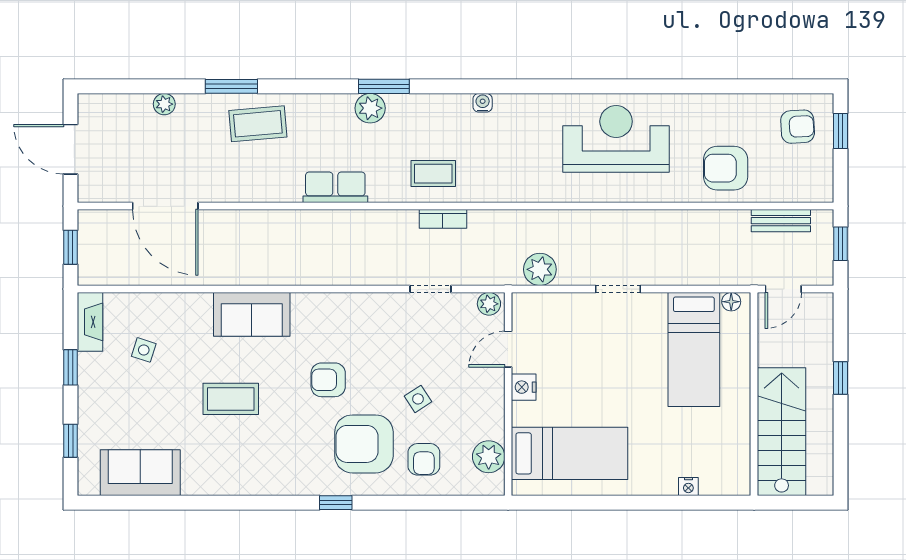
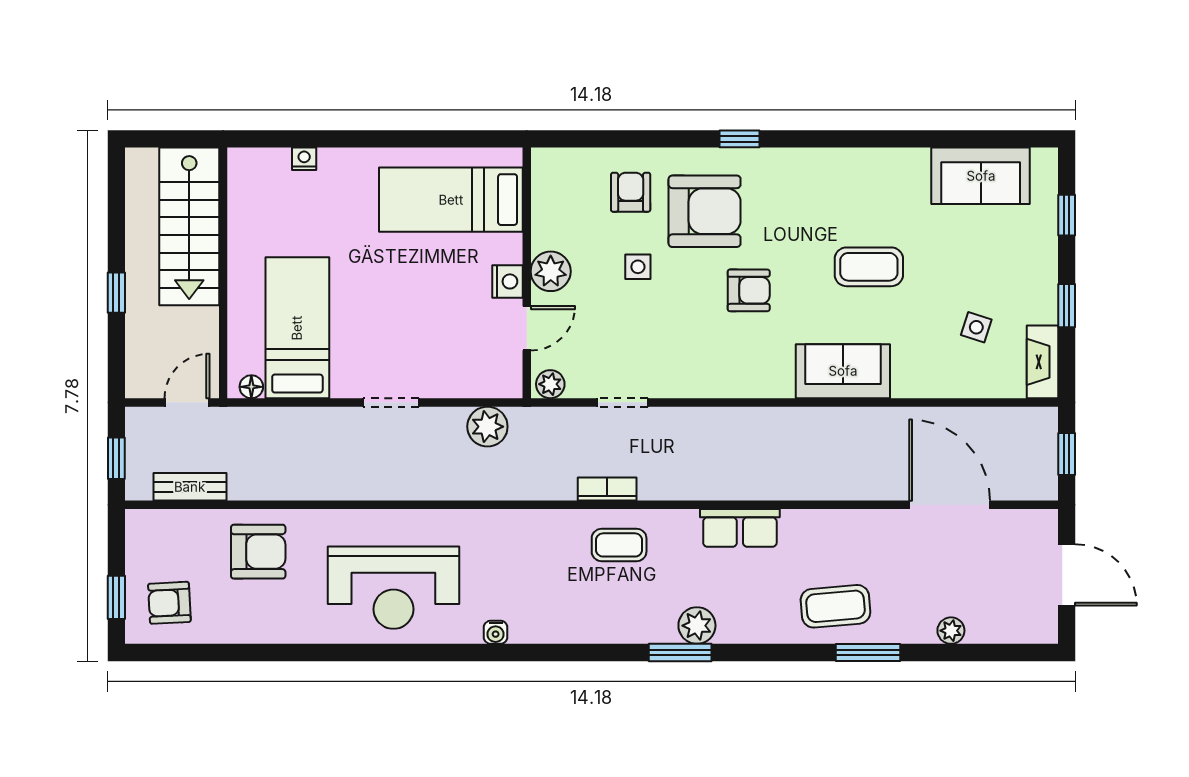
water cooler: (483, 103) -> (496, 632), moved
side table: (418, 399) -> (638, 267), turned 33
plant: (489, 457) -> (551, 271), moved

